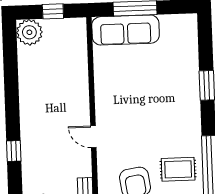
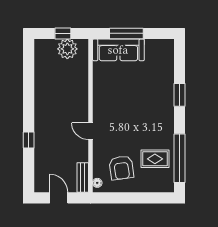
plant: (29, 32) -> (67, 49), moved

